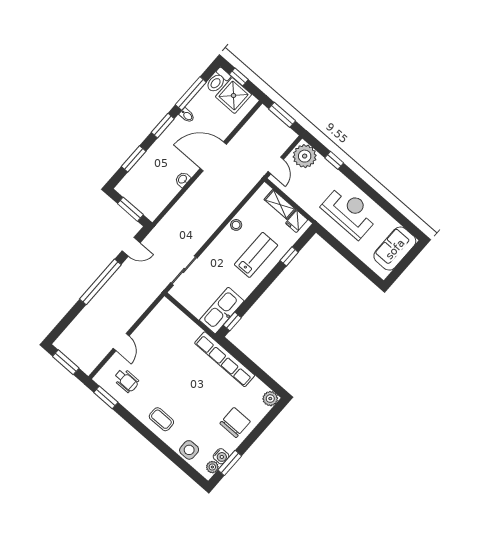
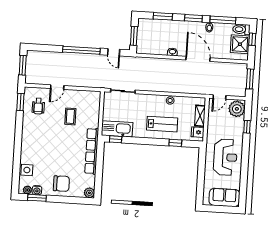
coffee table: (161, 419) -> (70, 116), moved

